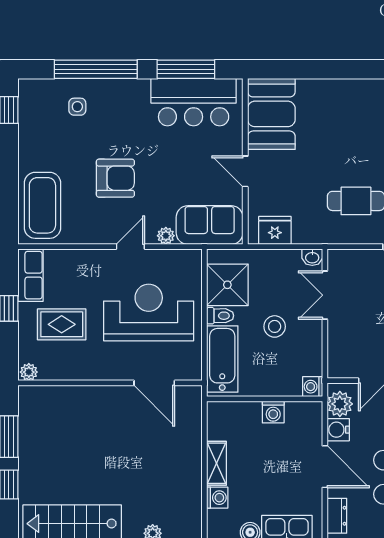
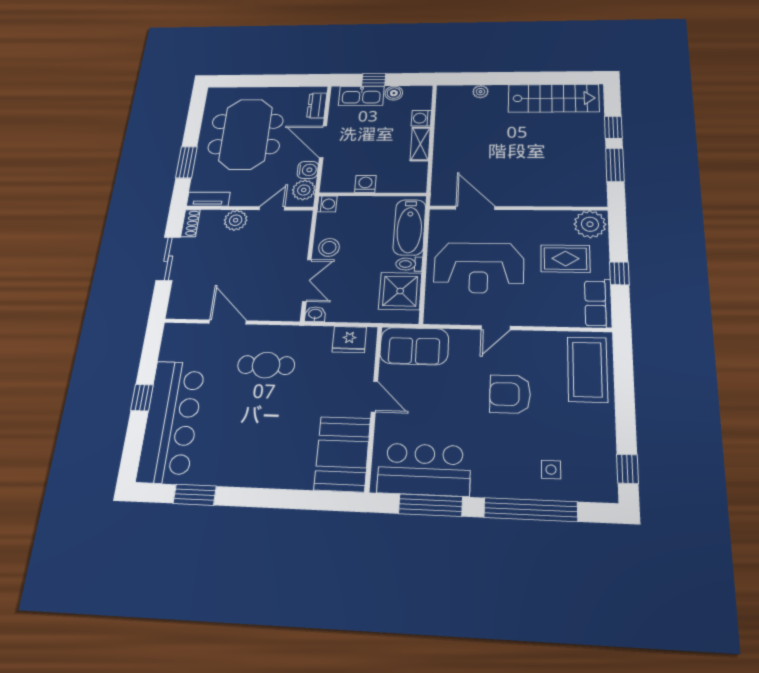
plant: (166, 236) -> (459, 337), removed
stool: (275, 326) -> (329, 247), moved
plant: (29, 372) -> (590, 224), width x1.87, depth x1.87

